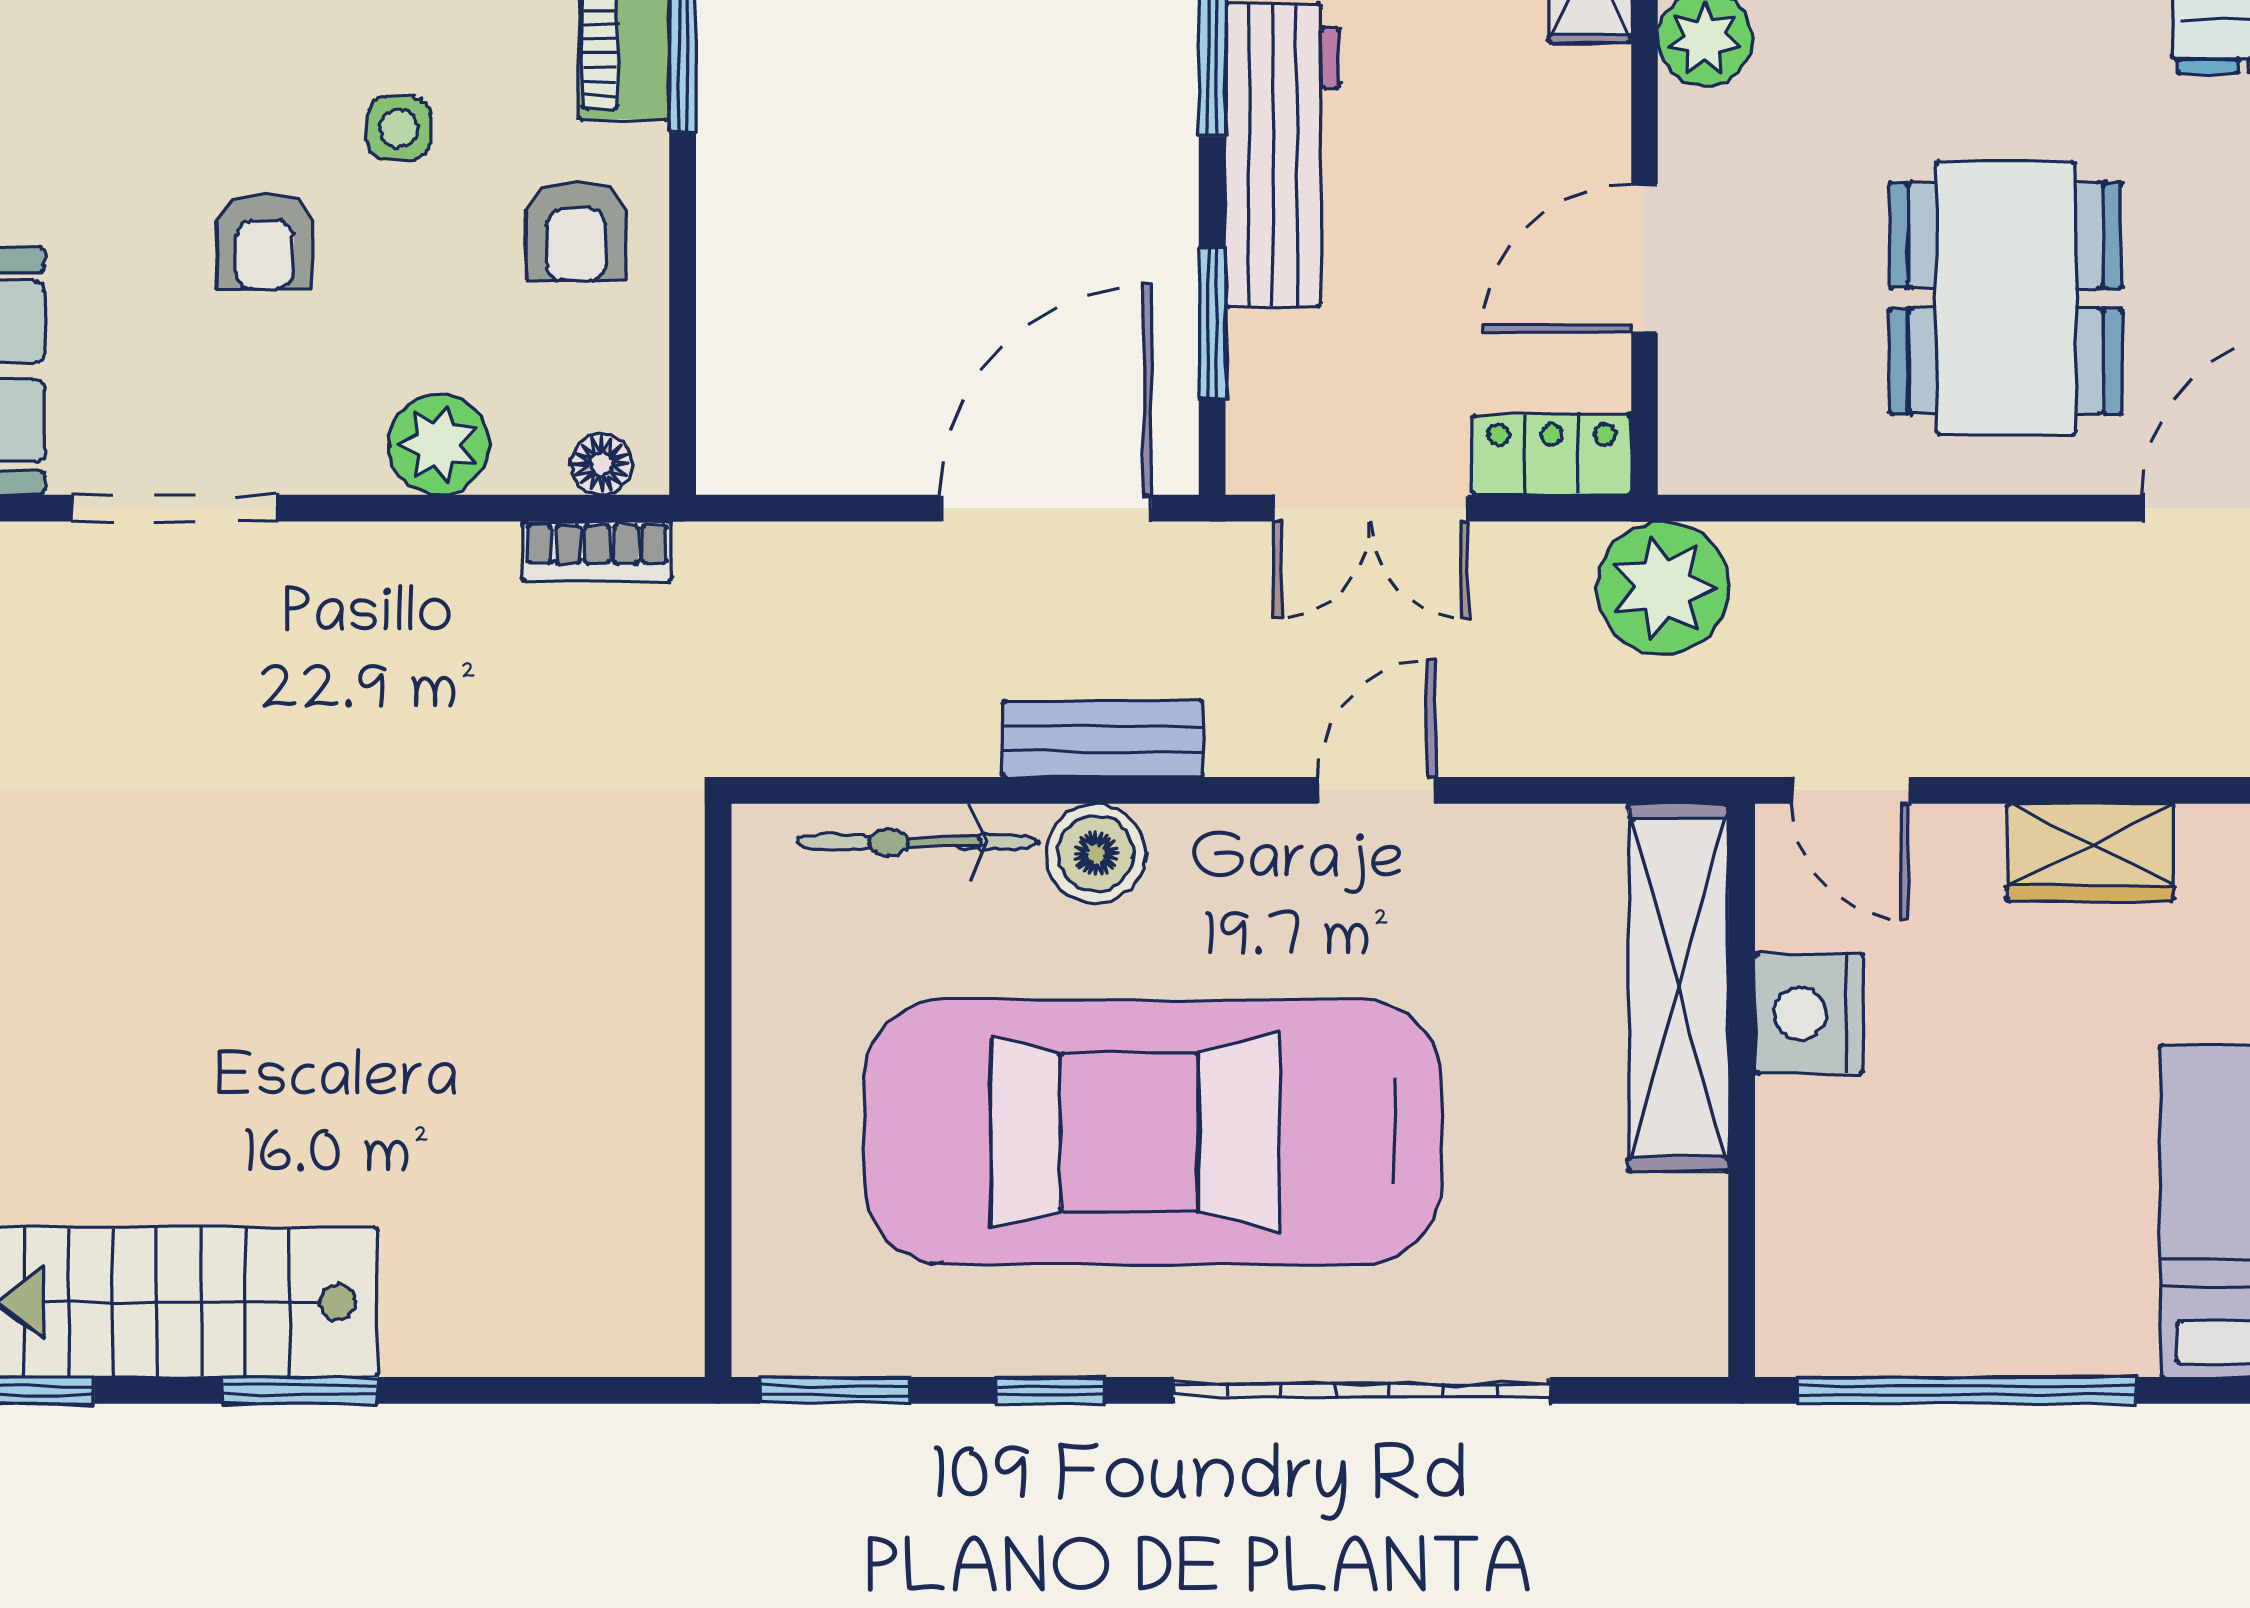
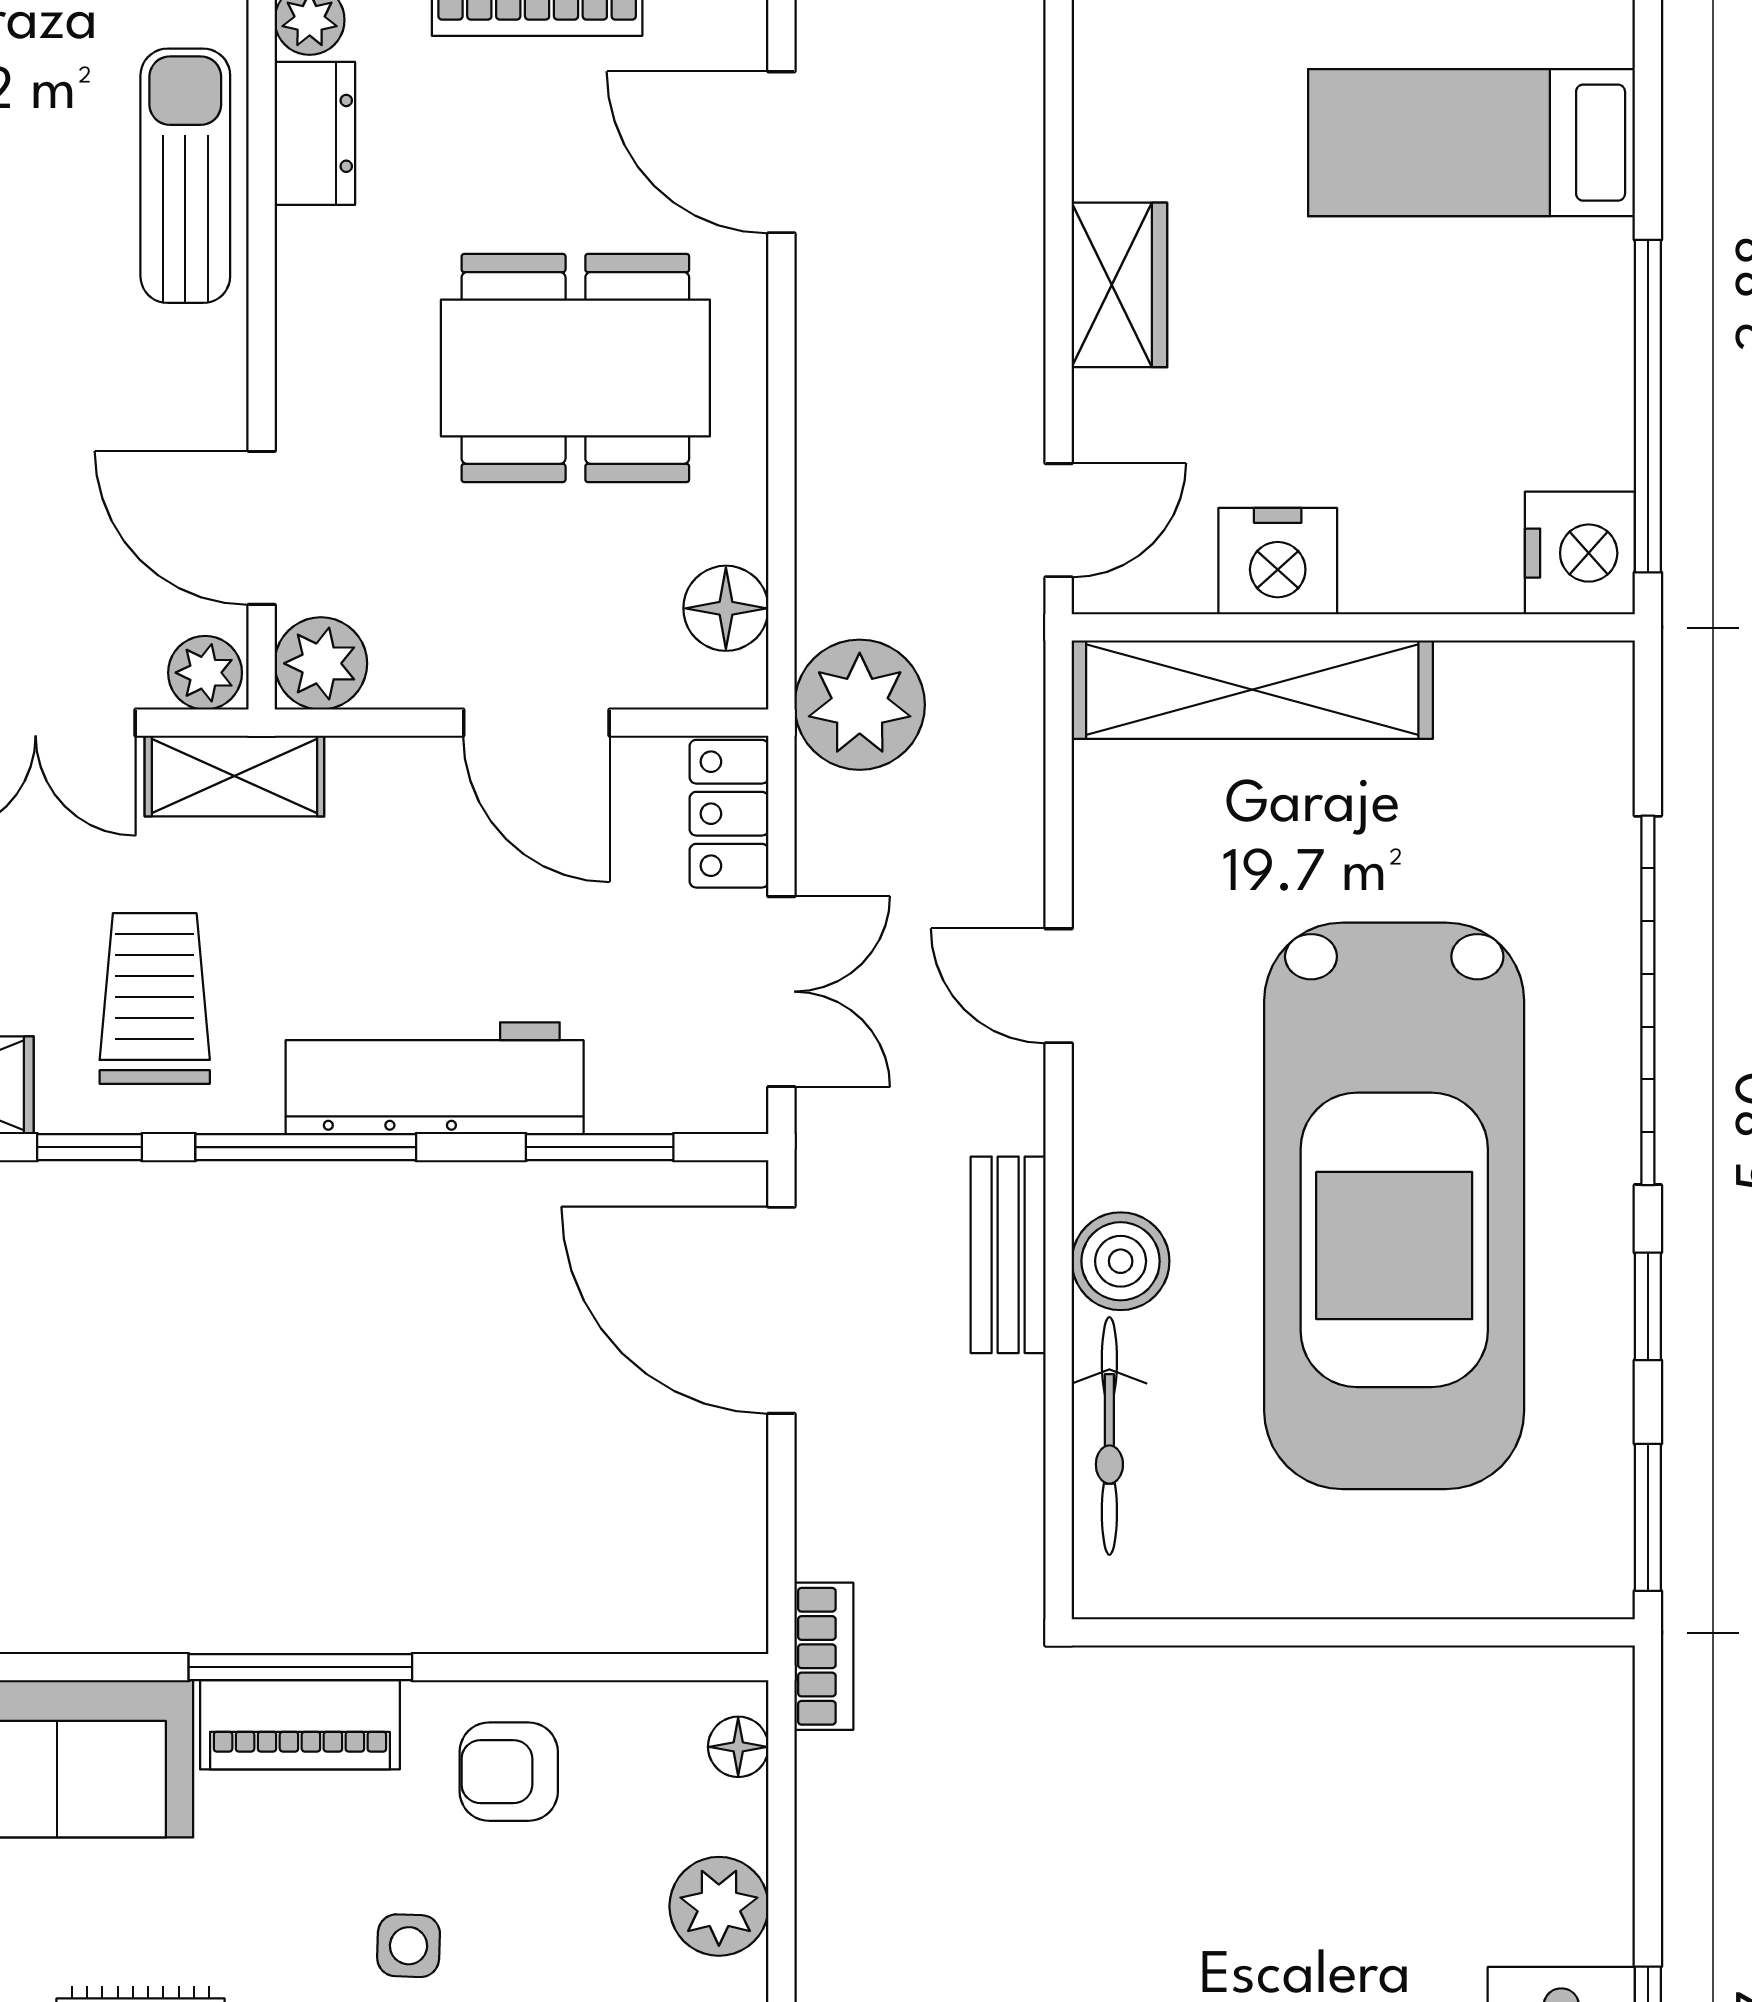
armchair: (576, 230) -> (509, 1772), turned 180
floor lamp: (1761, 452) -> (726, 608), added
bookcase: (597, 551) -> (824, 1656), moved
nightstand: (1817, 1321) -> (1580, 553), added

